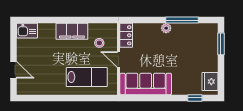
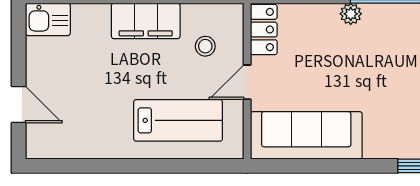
door: (119, 59) -> (247, 82), hinge flipped

